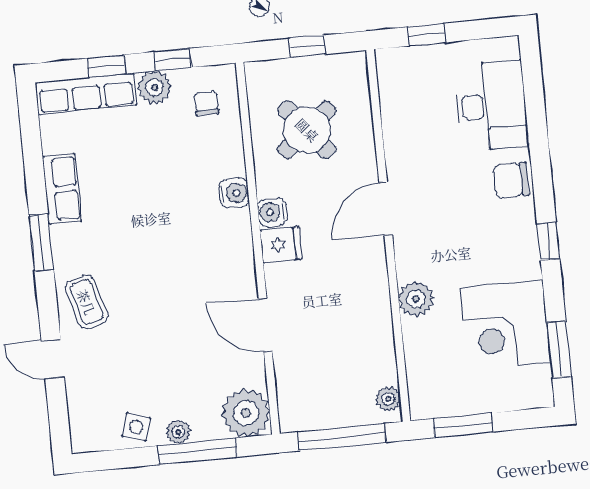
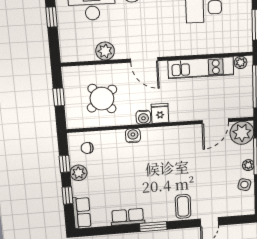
window: (427, 35) -> (52, 17), moved
row of seats: (86, 94) -> (82, 213), width x0.68
plant: (416, 299) -> (105, 51), moved
coffee table: (86, 302) -> (183, 206), turned -74
kitchen unit: (375, 321) -> (201, 68), added
door: (265, 325) -> (215, 121), moved

